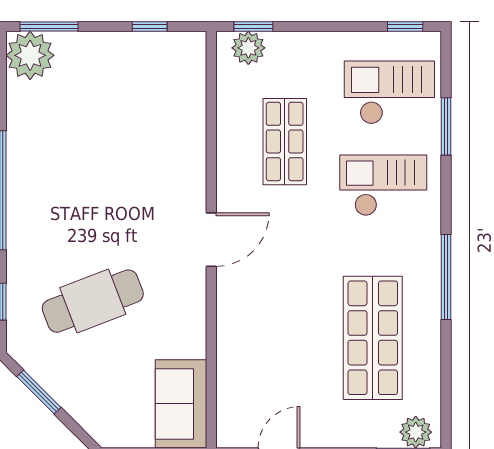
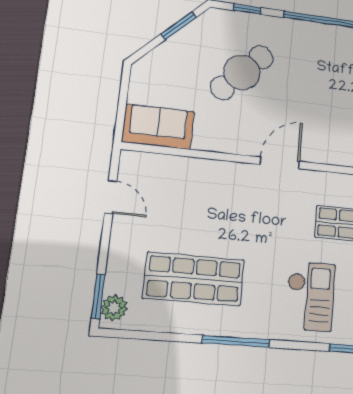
door: (211, 240) -> (280, 163), swing flipped
cafe table: (93, 301) -> (242, 72), turned 65

